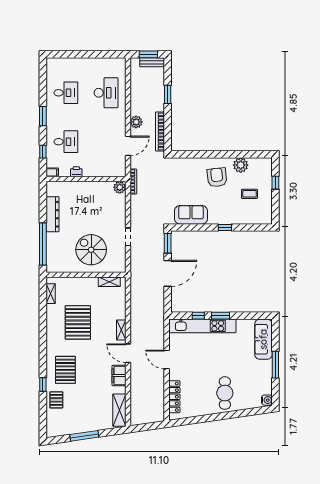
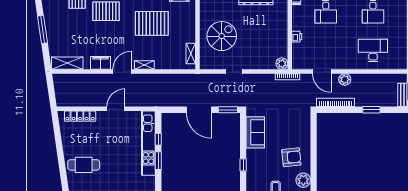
desk: (106, 93) -> (373, 50), turned 180
printer: (76, 172) -> (297, 37), moved

